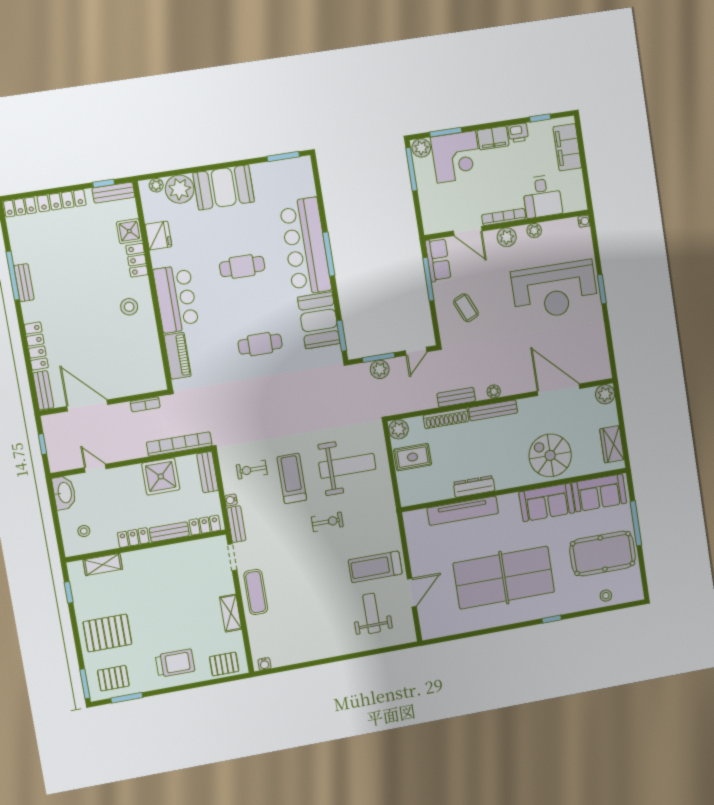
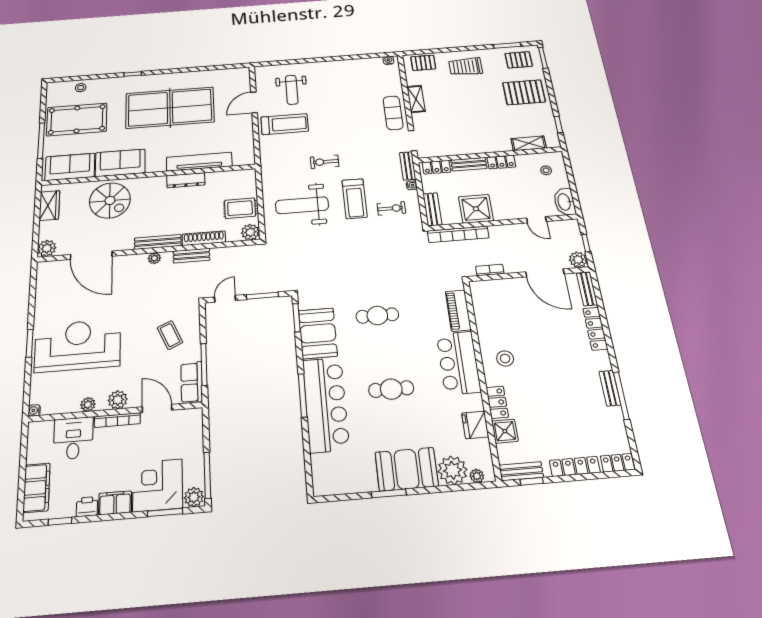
window: (283, 156) -> (389, 493), moved
plant: (380, 369) -> (578, 260), moved

